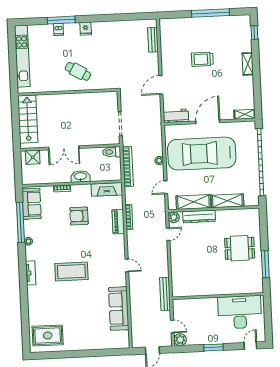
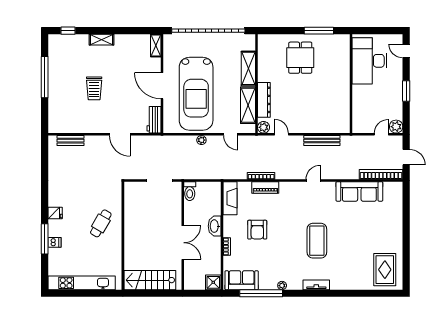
shower: (33, 157) -> (213, 282), moved
bookcase: (128, 167) -> (381, 174), moved
bench: (165, 294) -> (322, 141), moved

